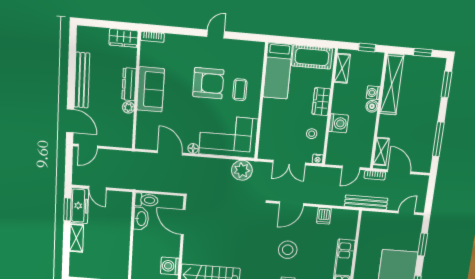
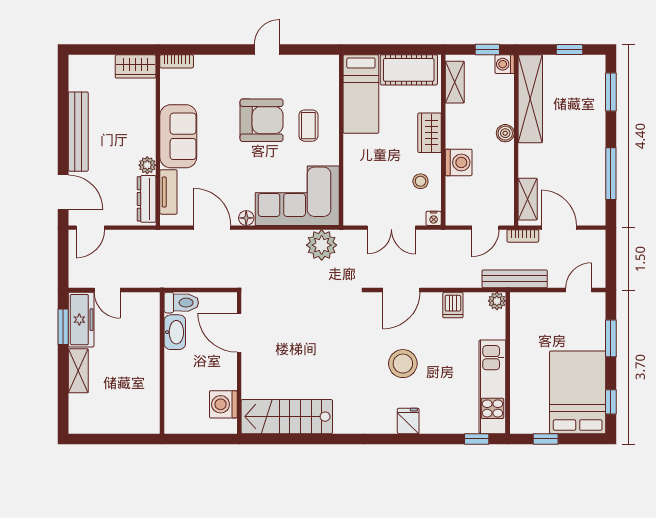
dresser: (129, 84) -> (147, 199), moved
washing machine: (373, 93) -> (505, 64), moved
tv unit: (142, 127) -> (168, 192), added
plant: (353, 215) -> (497, 301), added

